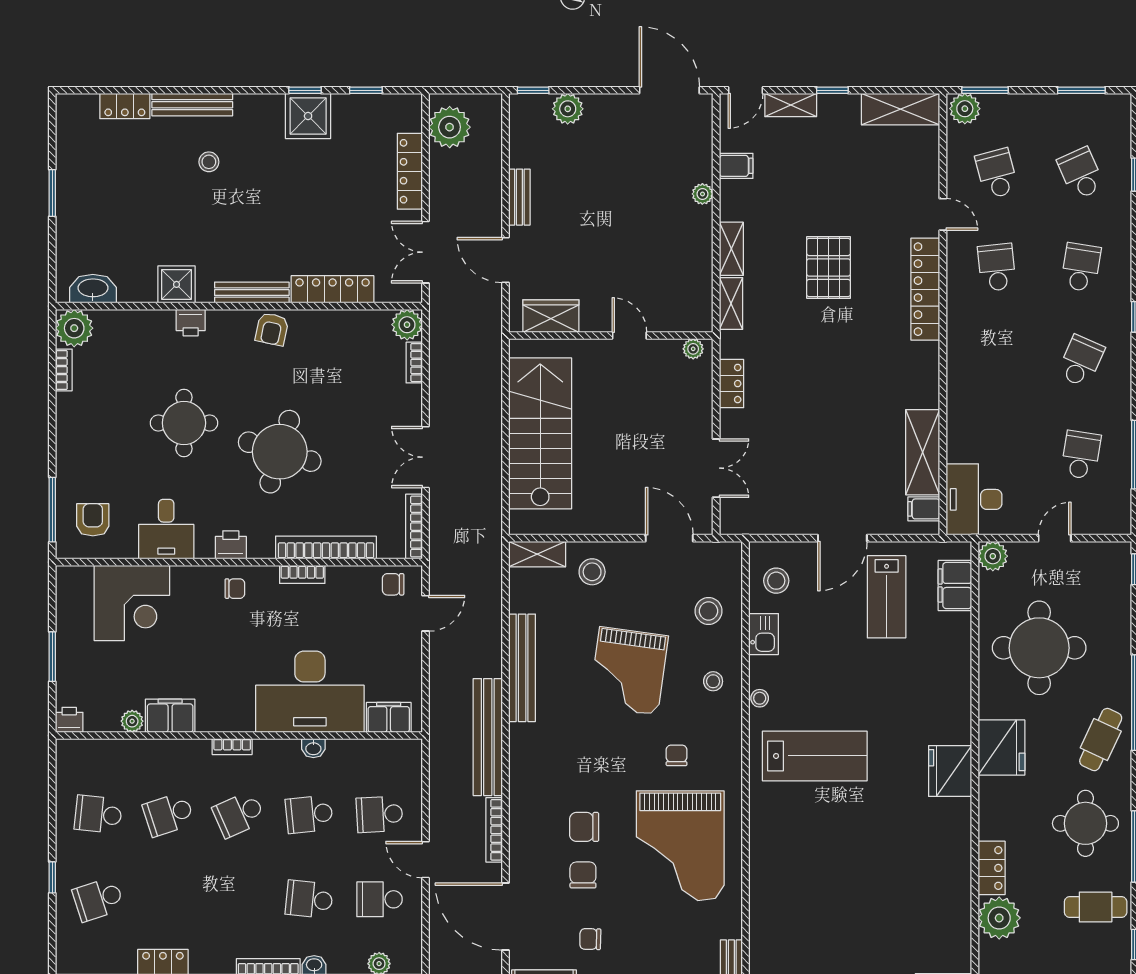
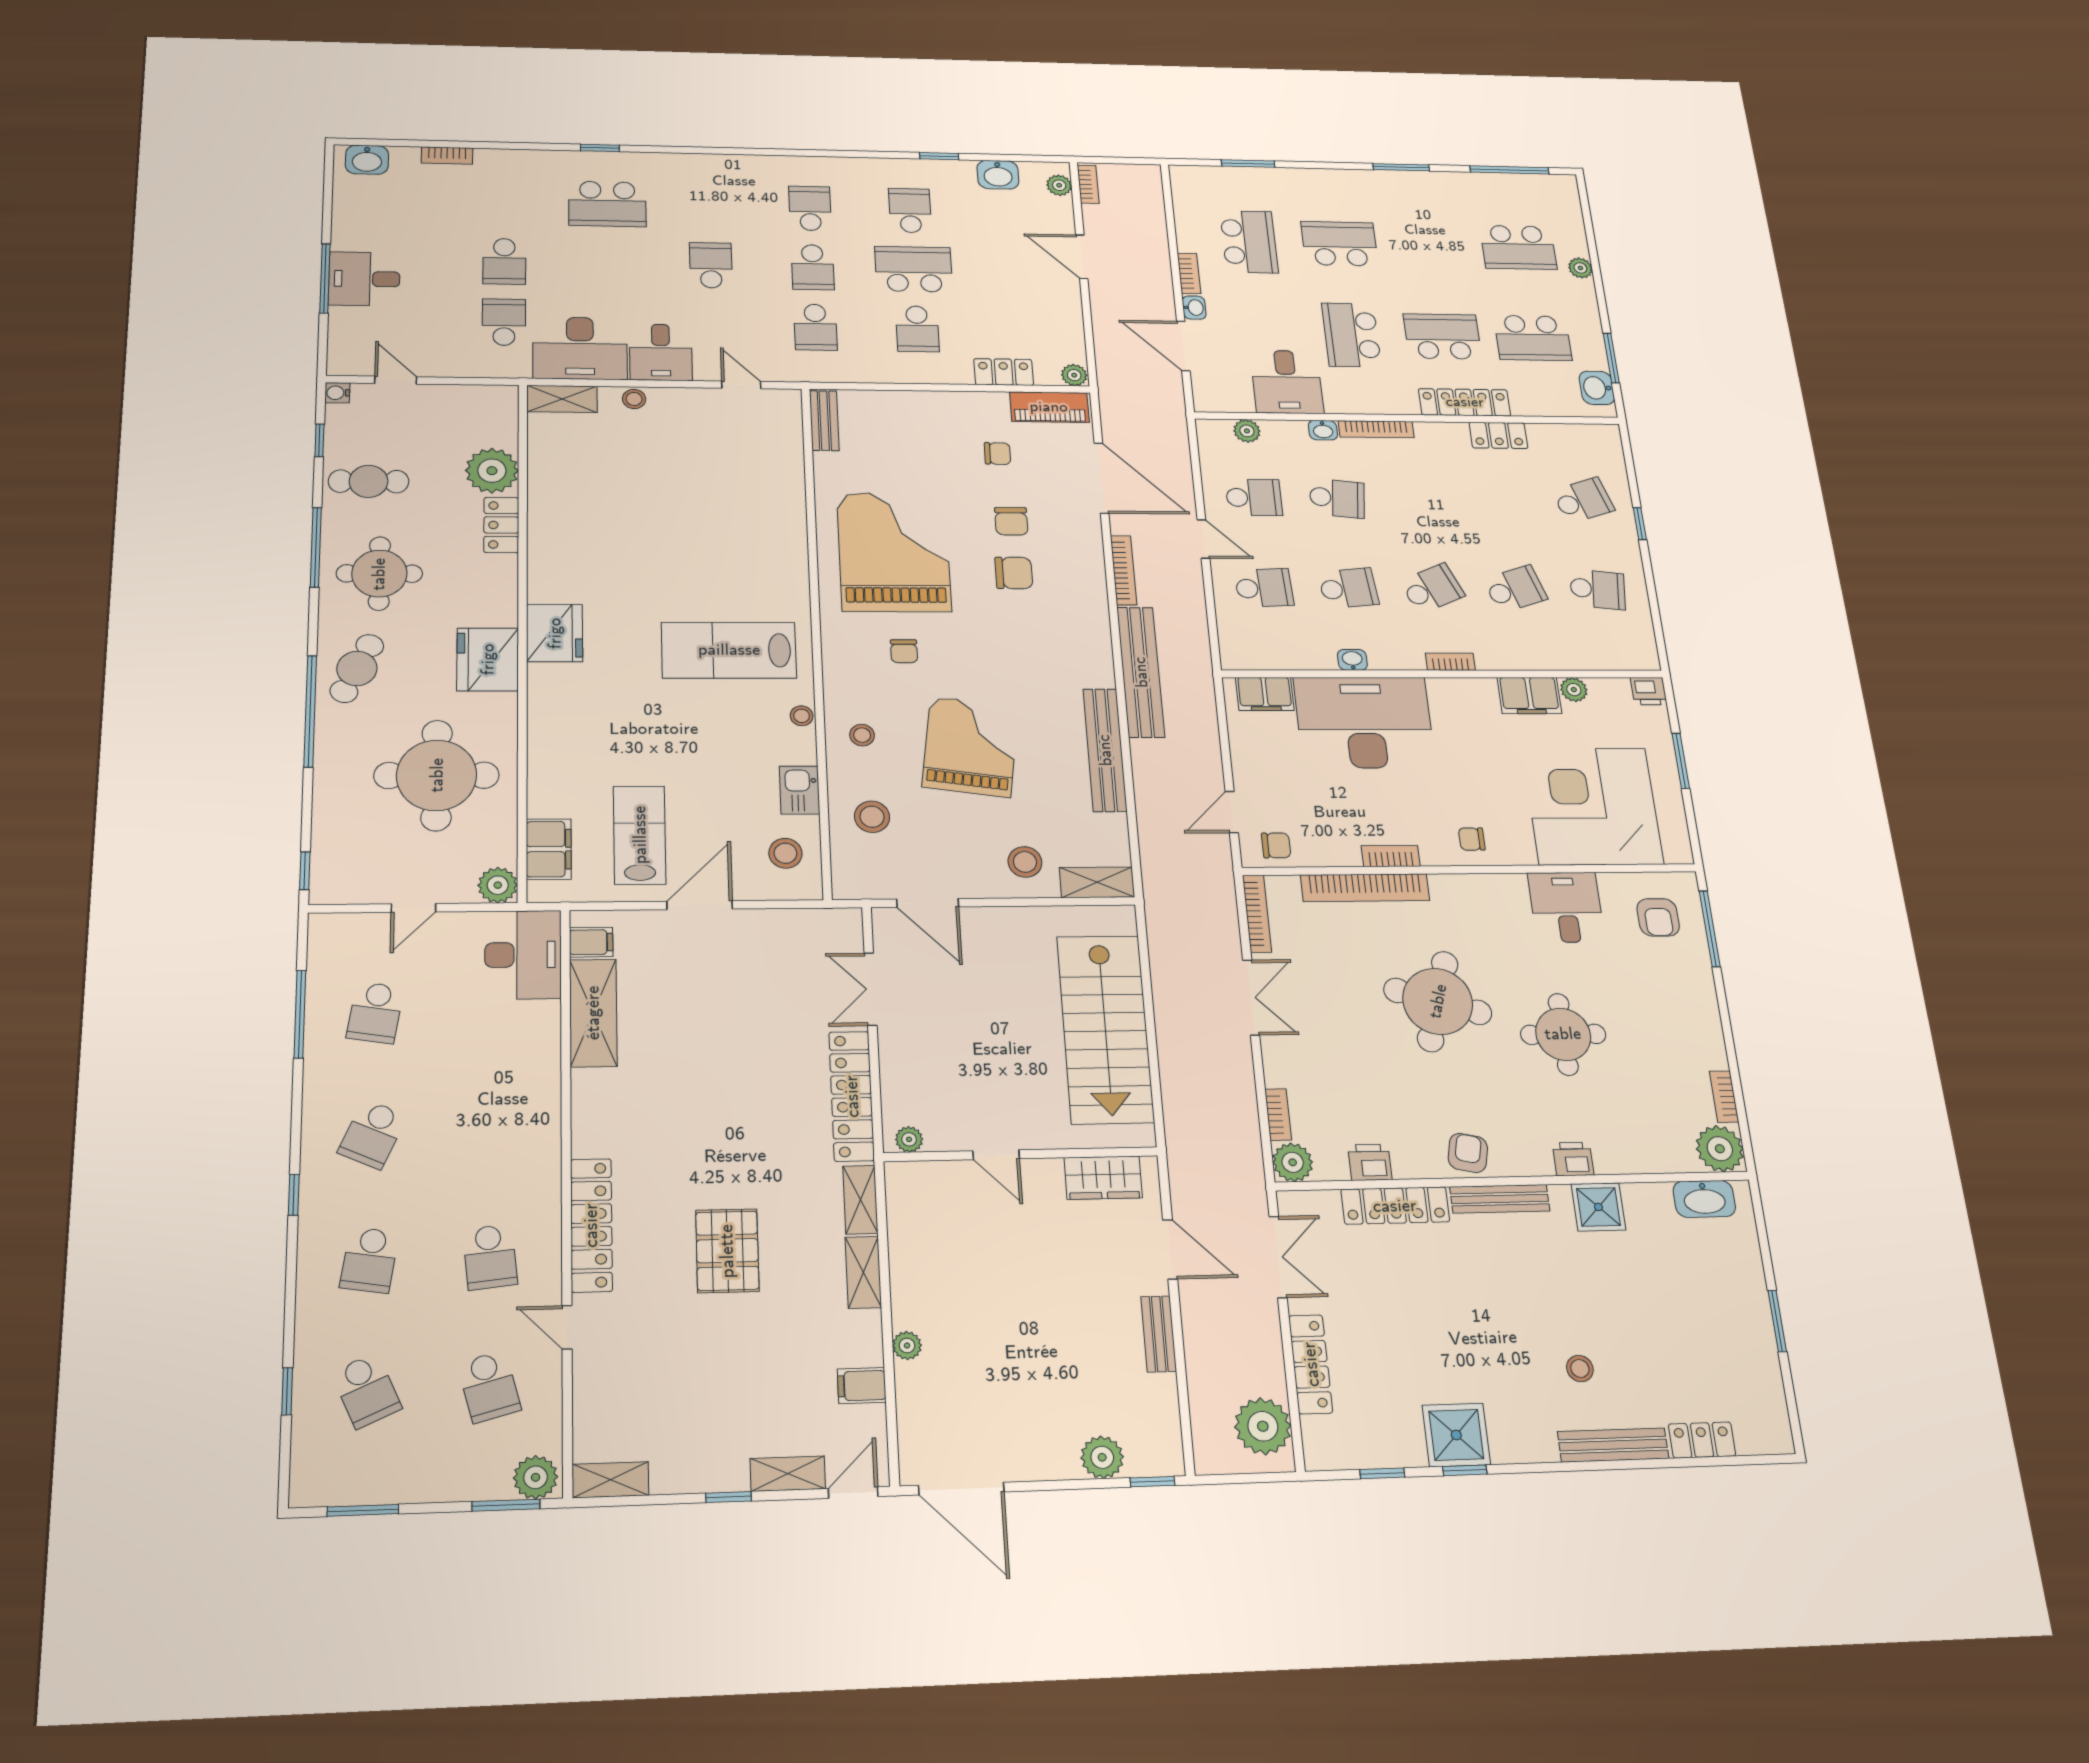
shelving: (900, 109) -> (610, 1480), width x0.67, depth x0.75
locker: (732, 384) -> (852, 1096), width x2.16, depth x1.21
printer: (231, 545) -> (1370, 1162), moved, turned 180
corner desk: (132, 603) -> (1593, 806), width x1.36, depth x1.36

